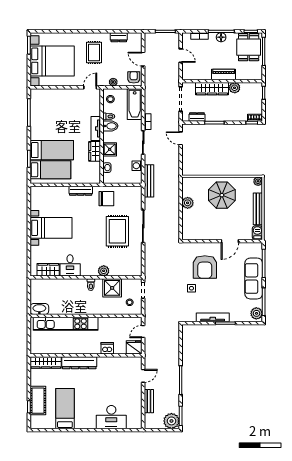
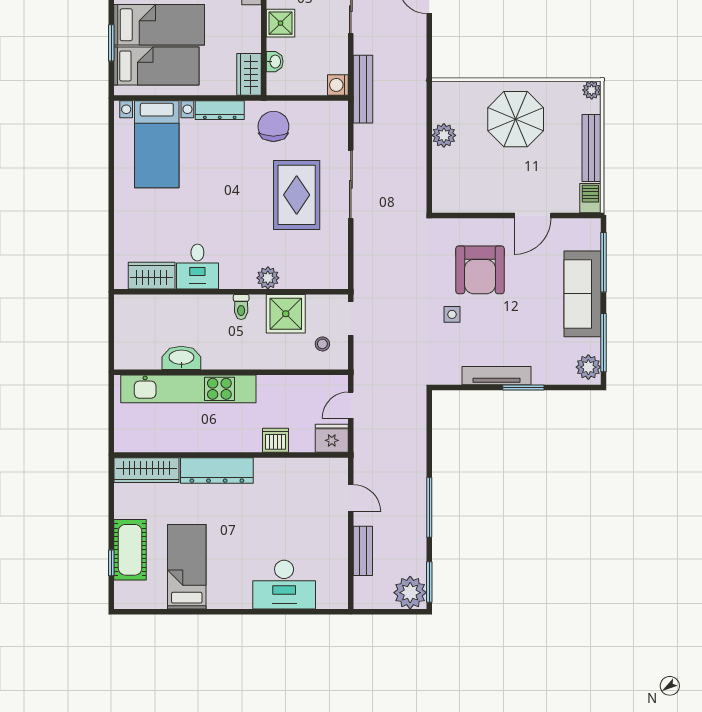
wardrobe: (95, 151) -> (249, 74), moved
washing machine: (137, 166) -> (338, 85), moved
chair: (106, 199) -> (273, 126), turned -90
bed with nightstands: (51, 228) -> (157, 144), moved, turned 90
washbasin: (39, 309) -> (181, 358), moved
door: (143, 376) -> (351, 498), hinge flipped

